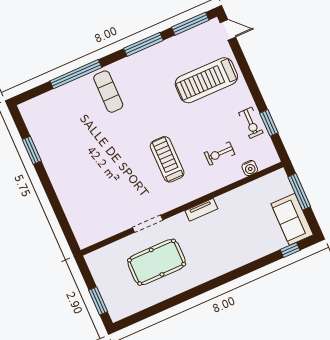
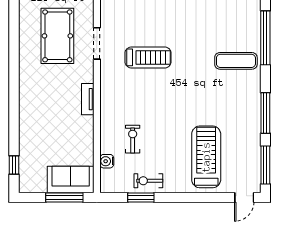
treadmill: (167, 159) -> (148, 57), moved
sofa: (292, 219) -> (71, 180), moved

